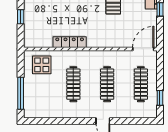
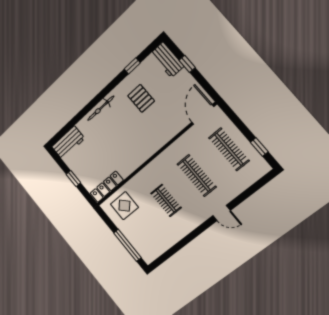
locker: (70, 42) -> (107, 187), moved
clothes rail: (73, 84) -> (166, 200), width x0.73

